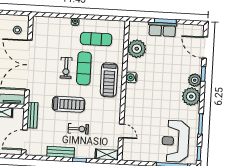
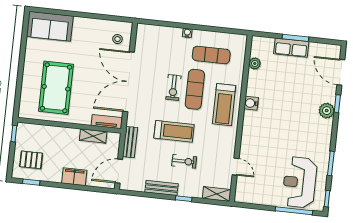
plant: (137, 49) -> (255, 63), width x0.53, depth x0.53
plant: (191, 96) -> (321, 130), removed

